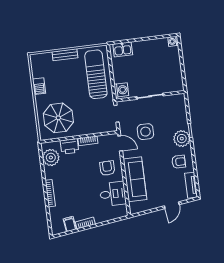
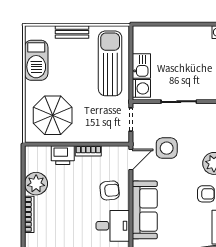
kitchen sink: (123, 49) -> (141, 66), moved, turned -90
barbecue: (39, 86) -> (36, 60), width x1.88, depth x1.53
door: (120, 143) -> (131, 160), hinge flipped
plant: (51, 158) -> (36, 184), moved
armchair: (107, 168) -> (110, 190), turned 85

